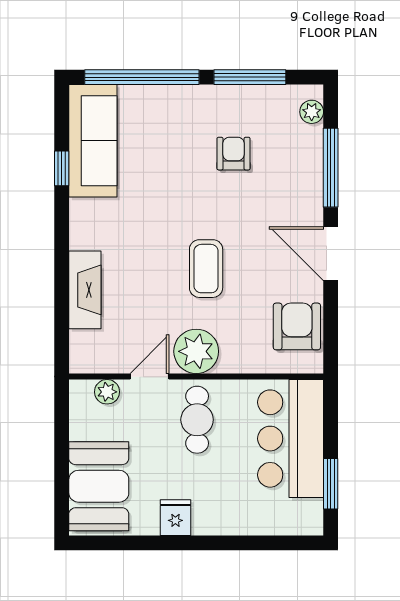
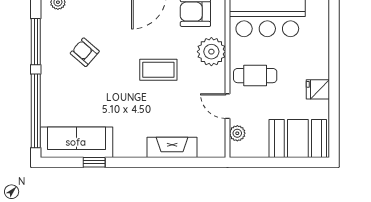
armchair: (234, 154) -> (85, 52), turned 41
plant: (196, 351) -> (211, 52), moved

